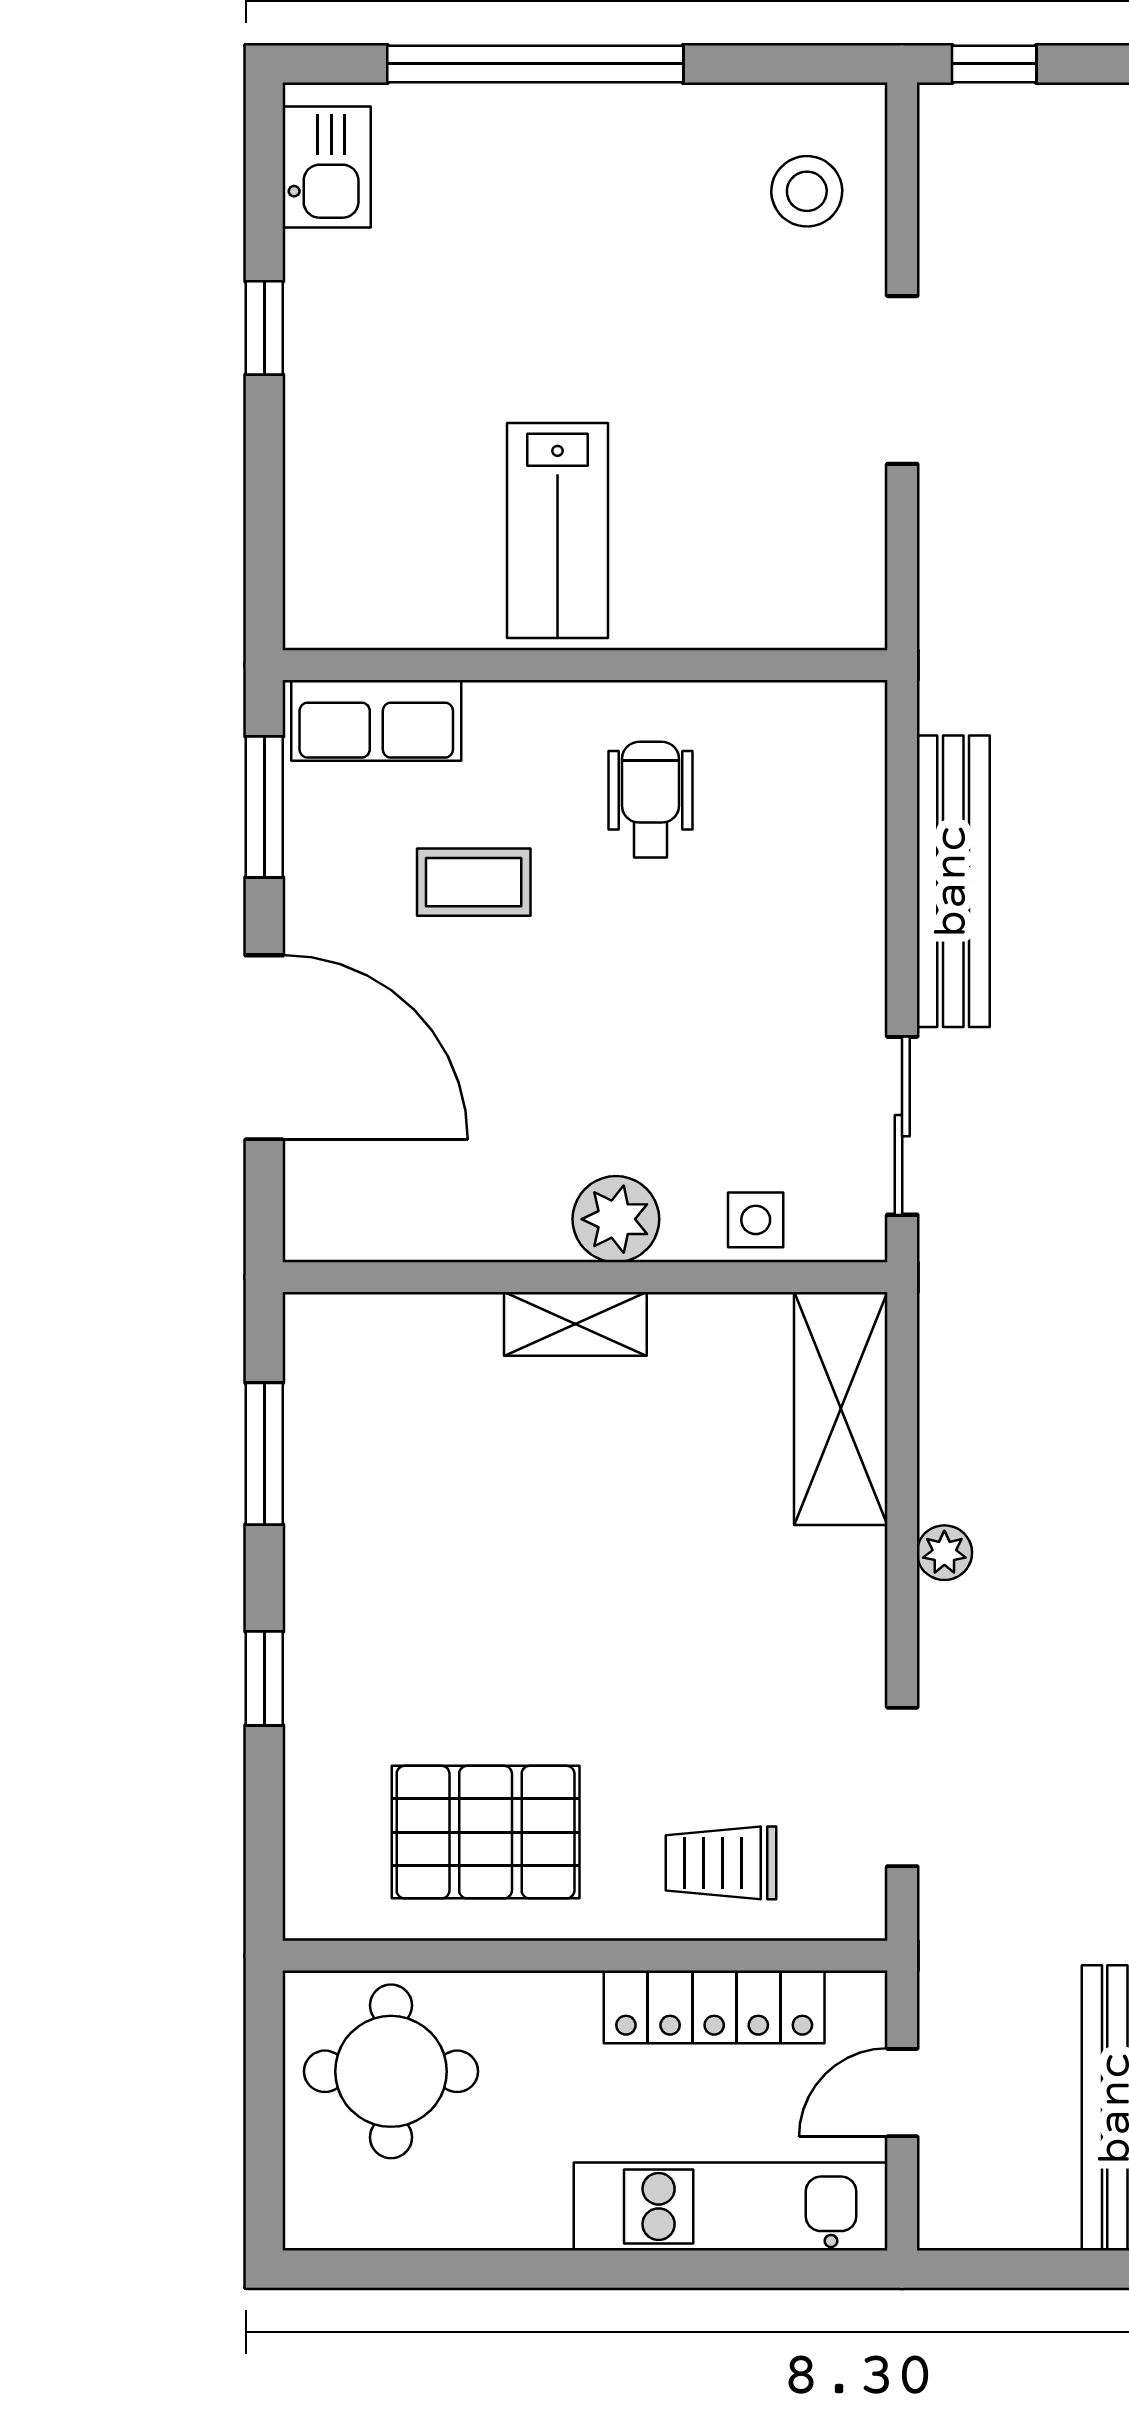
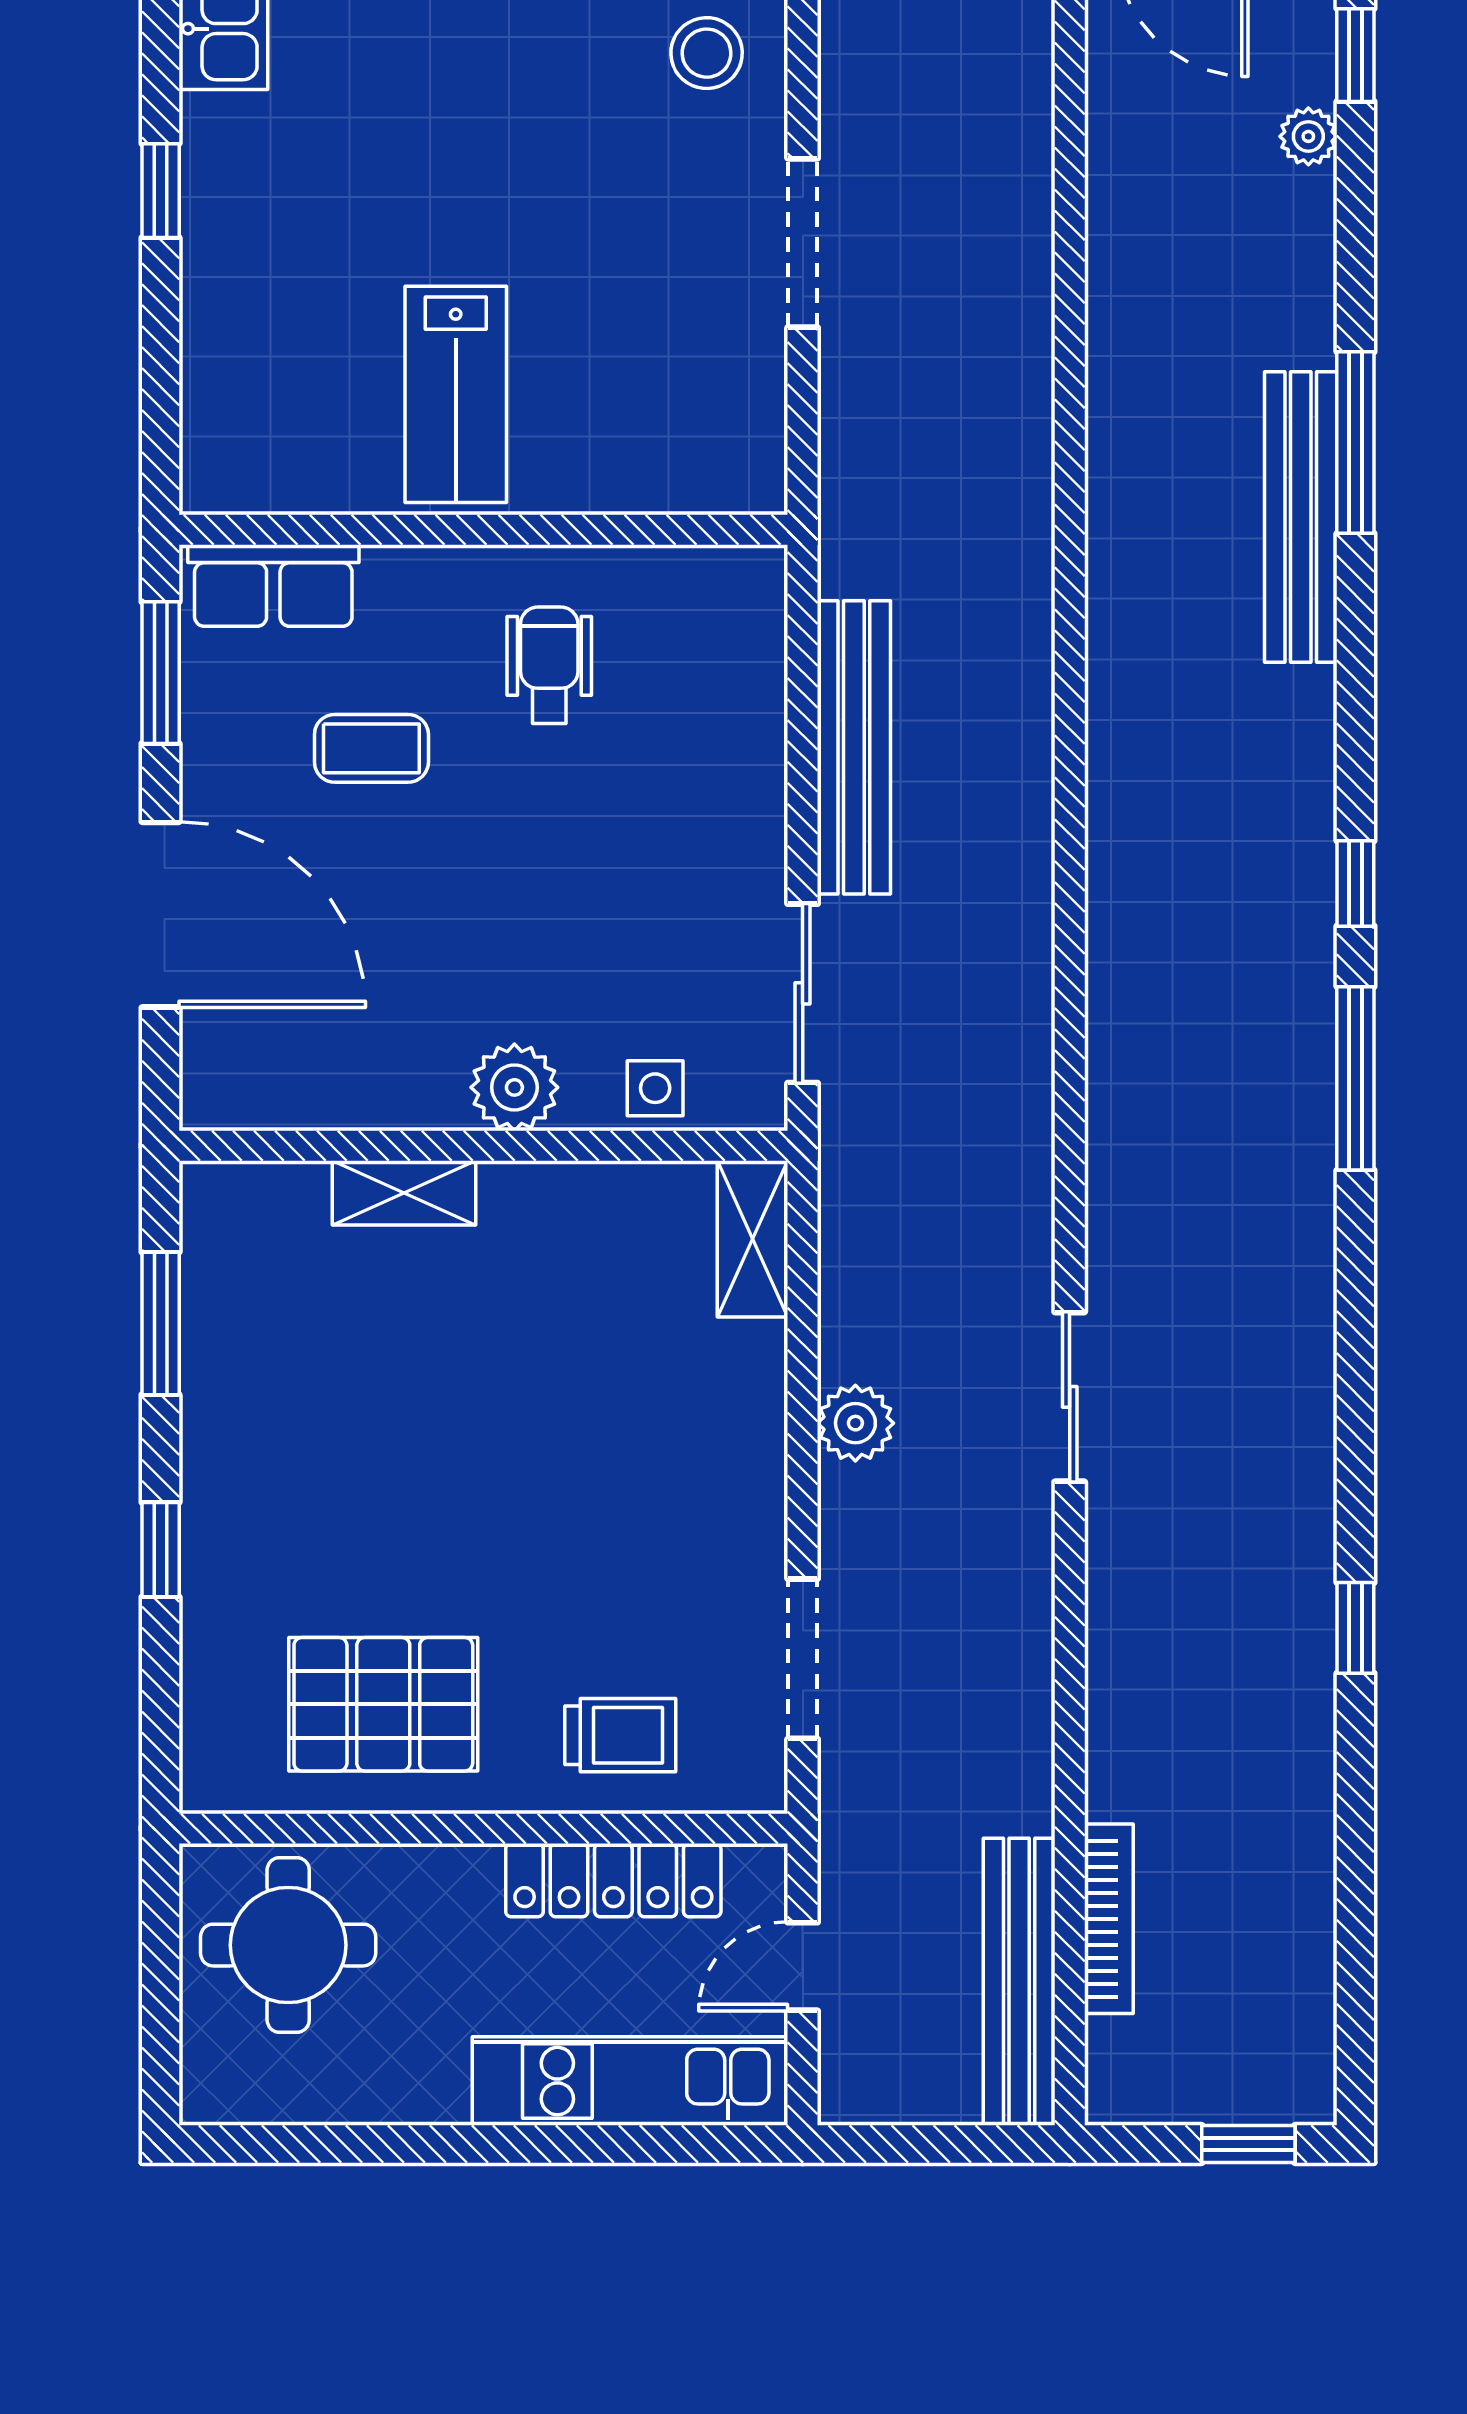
shelving: (575, 1324) -> (404, 1193), moved
shelving: (841, 1409) -> (752, 1239), width x0.67, depth x0.75
plant: (944, 1553) -> (855, 1423), width x1.38, depth x1.38
trolley: (721, 1863) -> (620, 1735), turned 180

